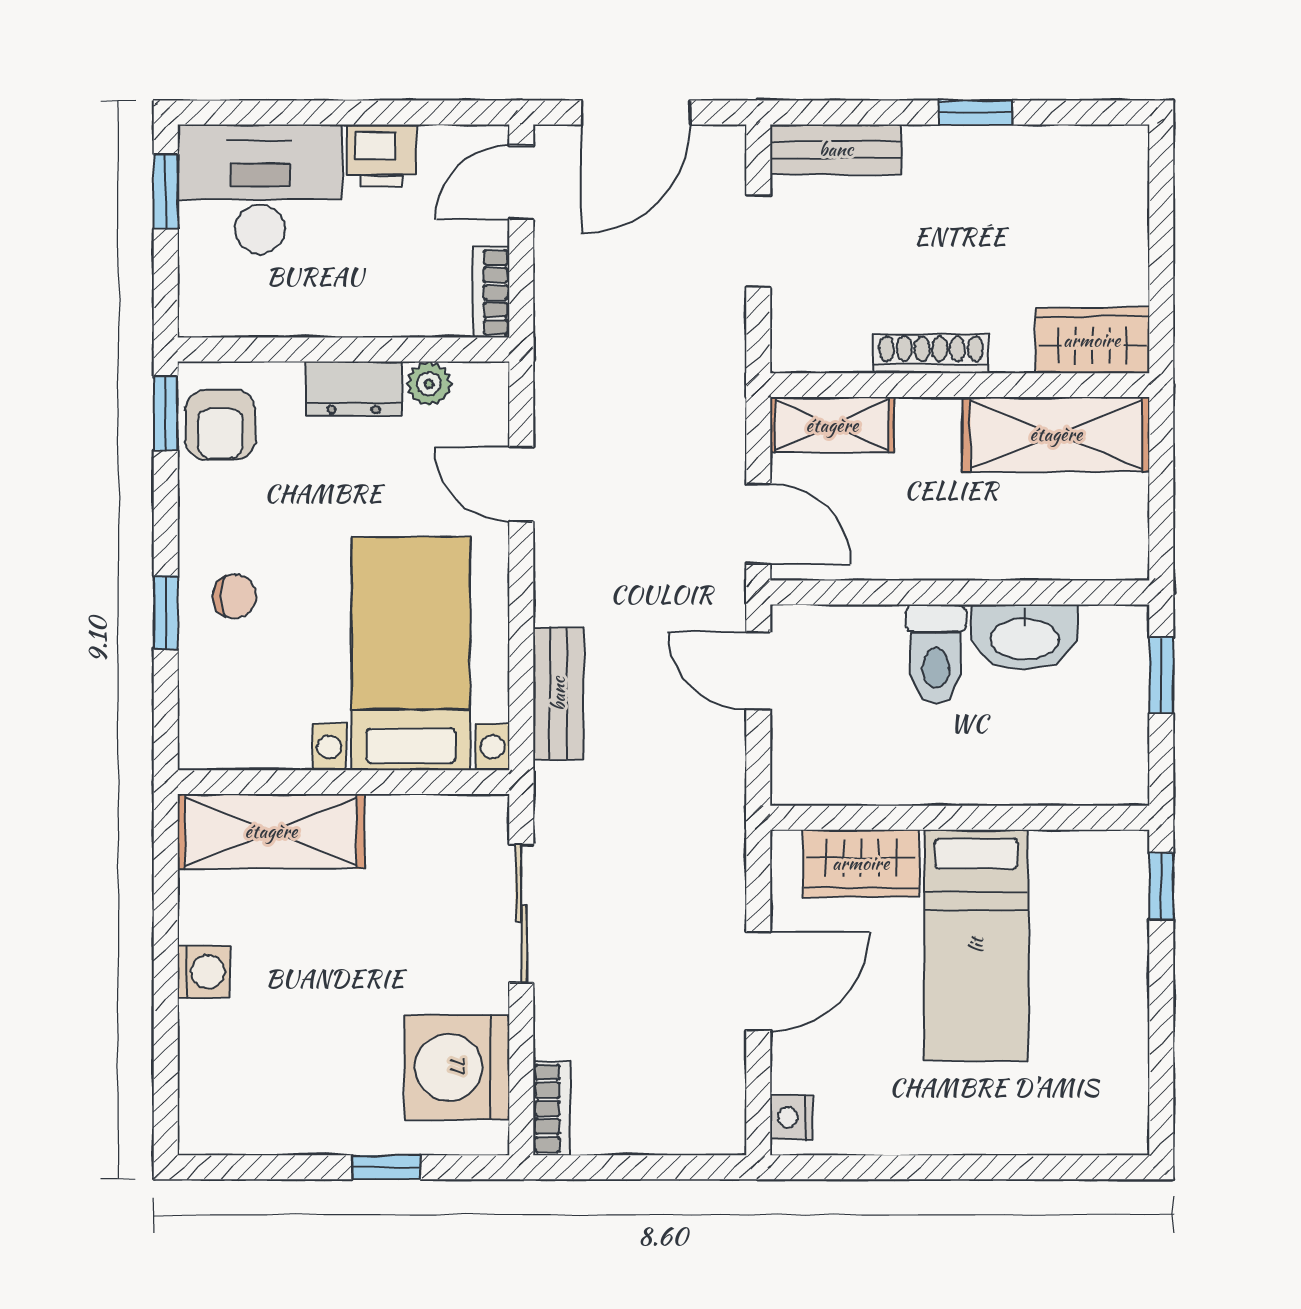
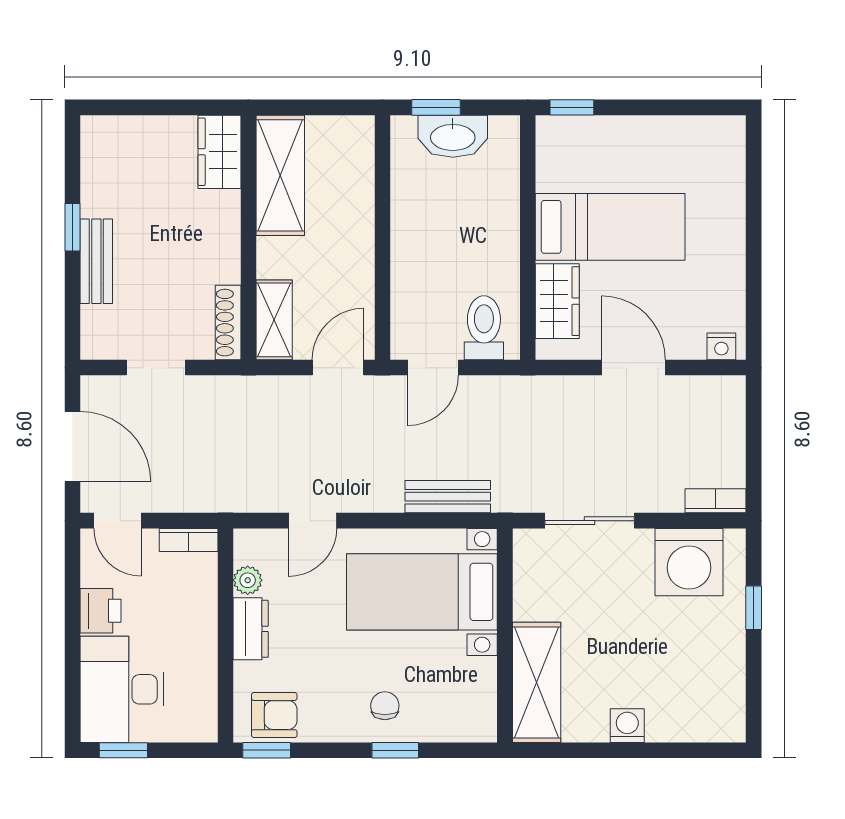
bench: (836, 149) -> (96, 261), moved
shoe rack: (931, 354) -> (228, 323), moved
washbasin: (1024, 637) -> (453, 136), moved, turned 90
toilet: (936, 654) -> (484, 328), moved, turned -90

